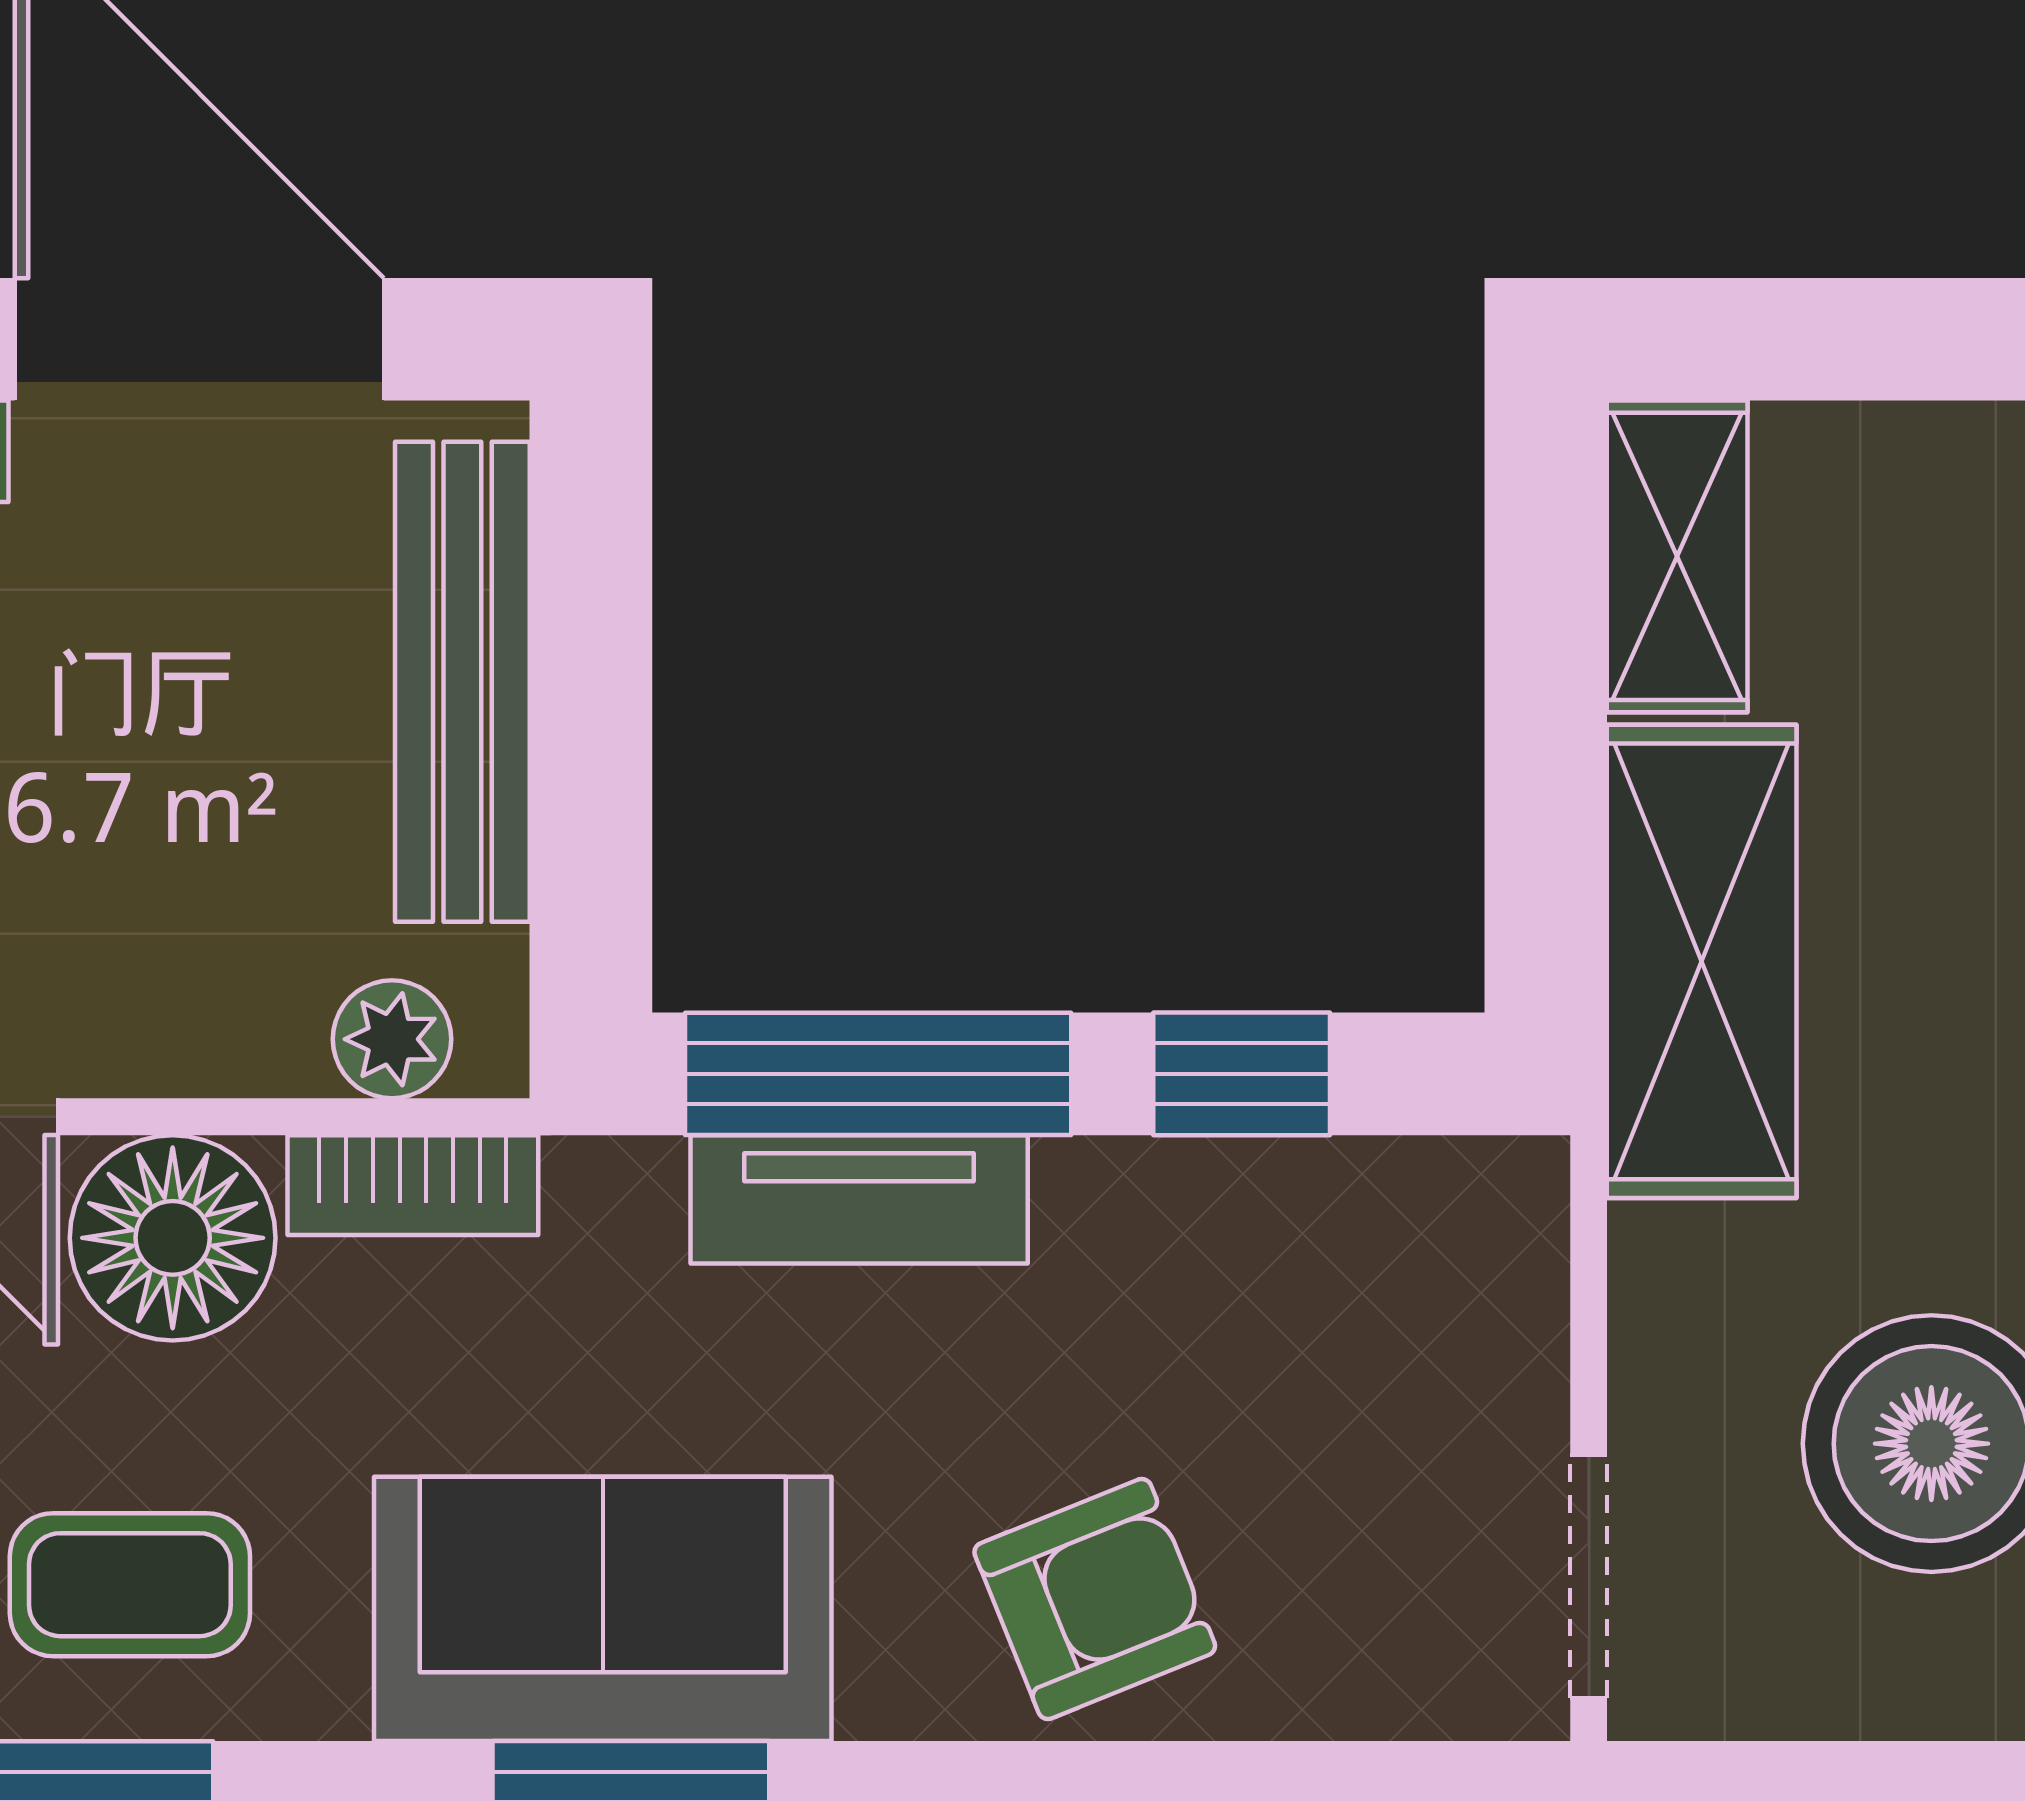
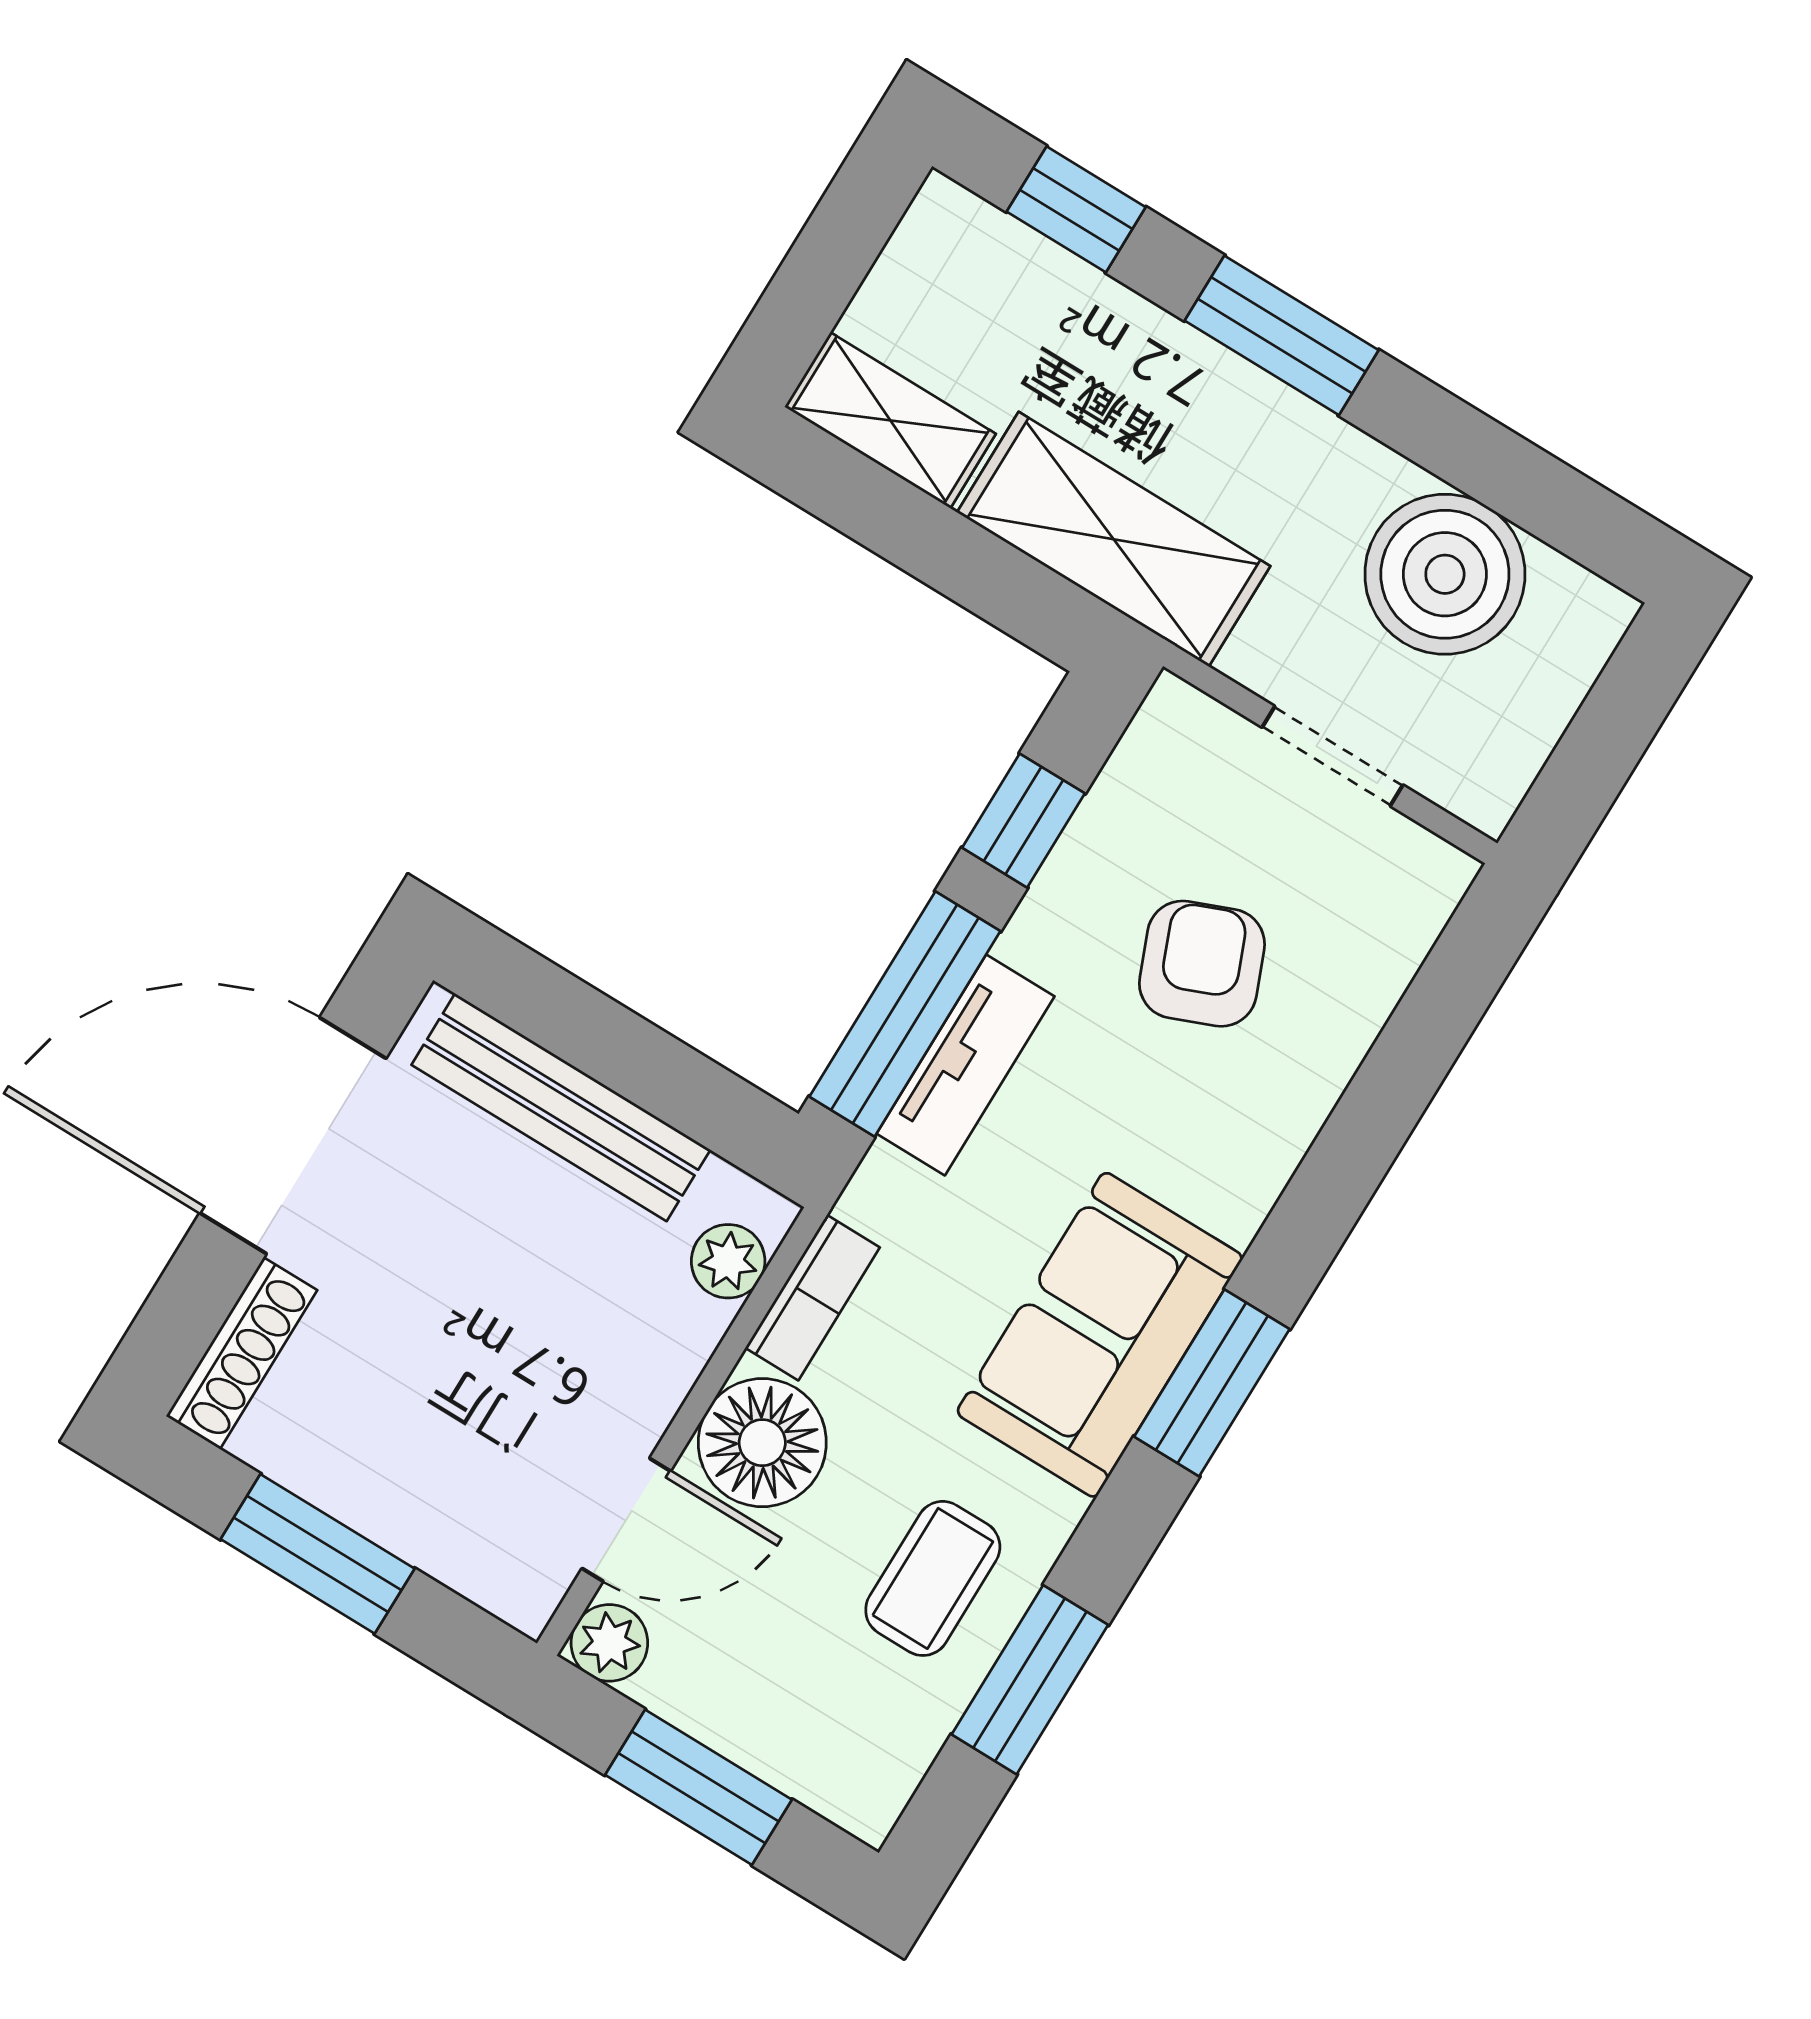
doorway: (1589, 1577) -> (1332, 756), moved
armchair: (1095, 1599) -> (1202, 964), moved

